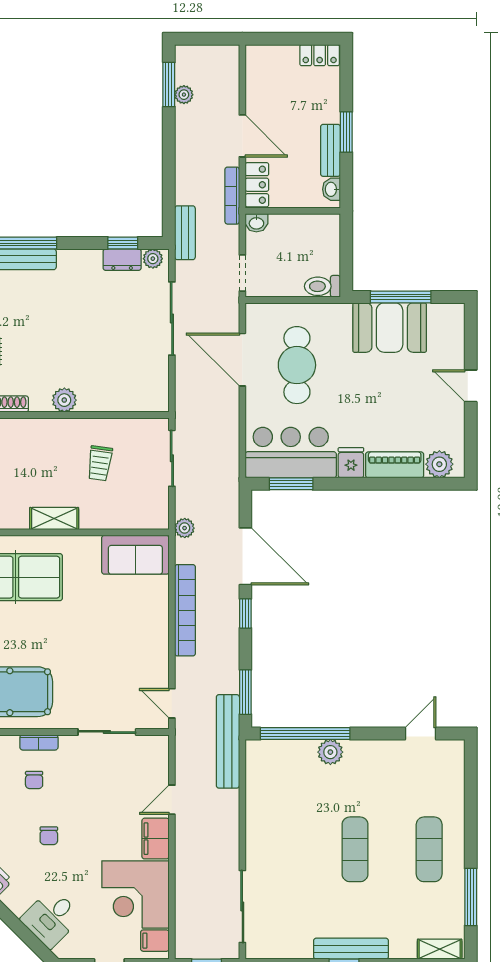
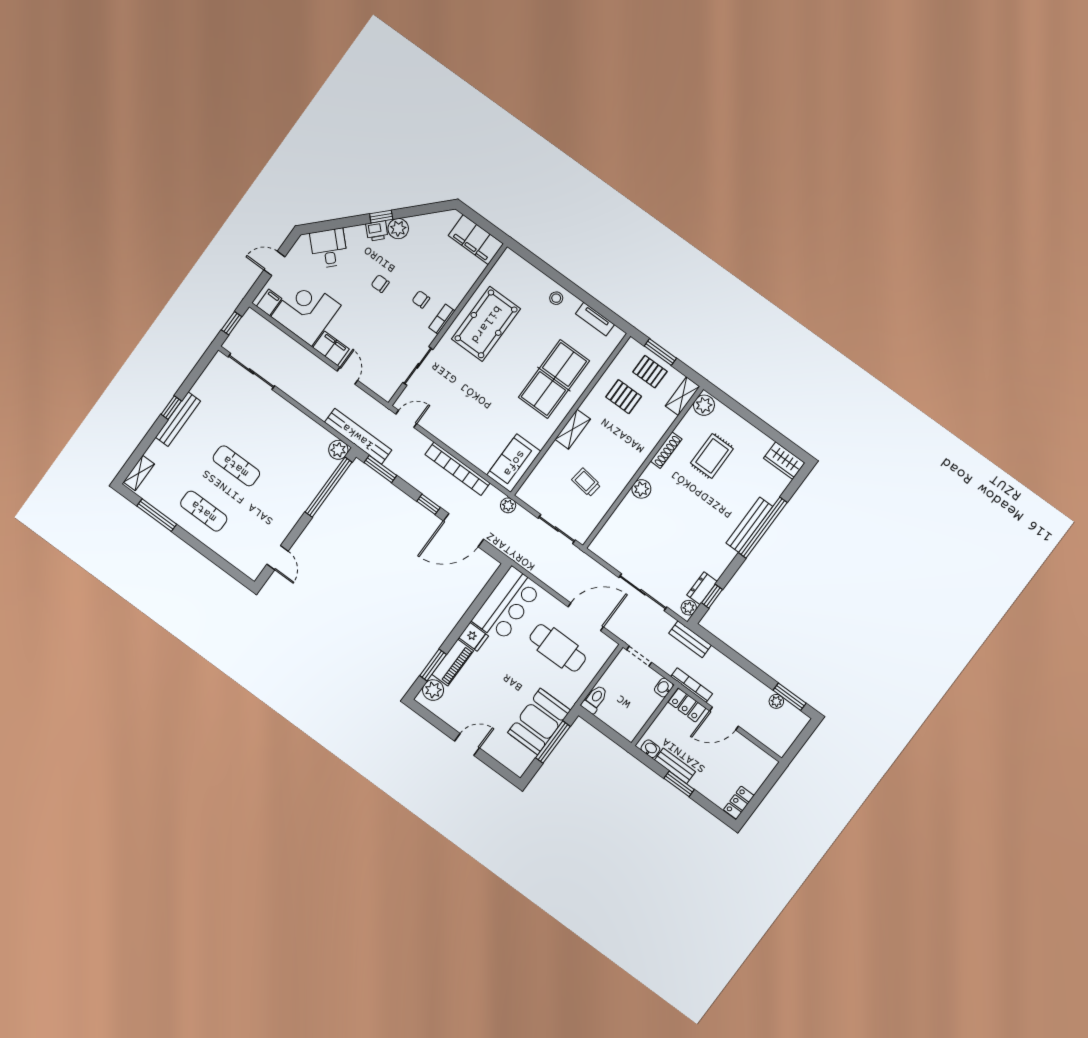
window: (291, 484) -> (433, 665), moved
plant: (330, 752) -> (338, 450), moved

